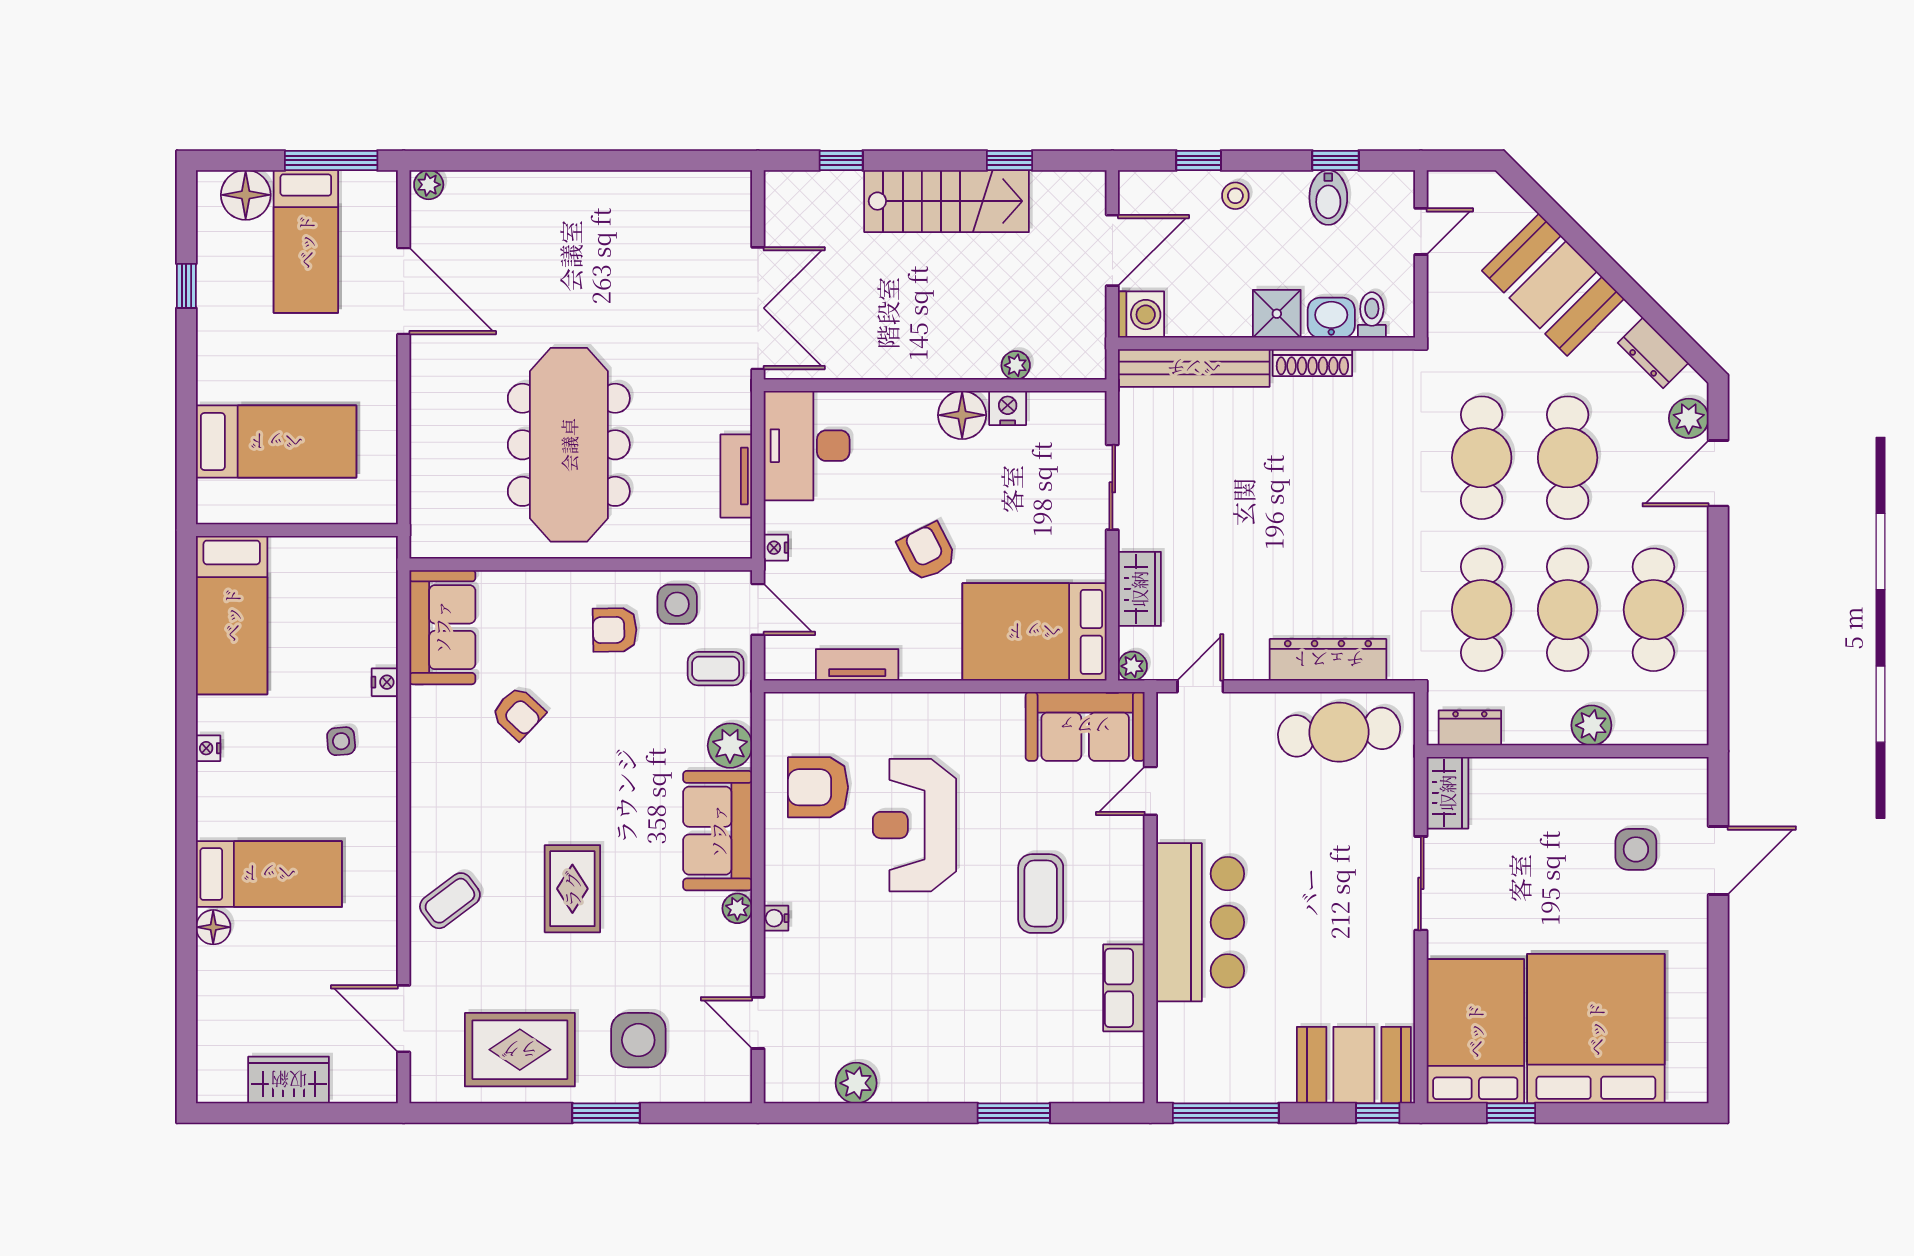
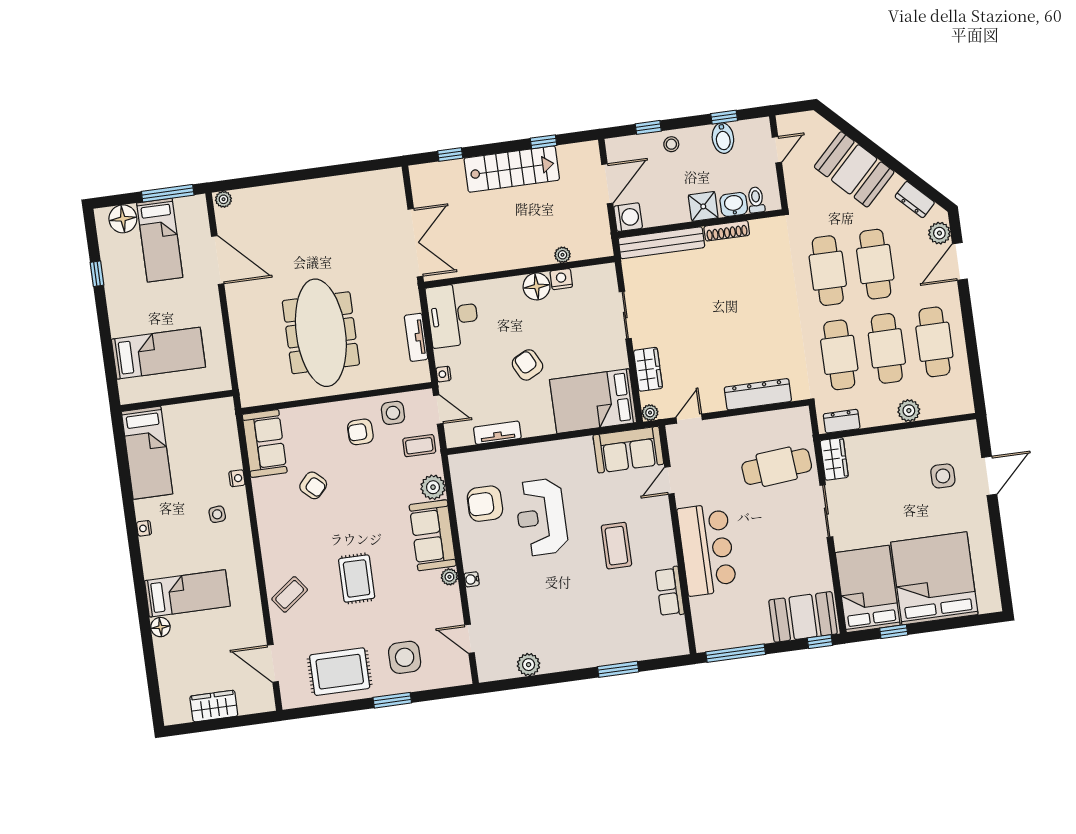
cafe table: (1339, 732) -> (777, 467), moved

